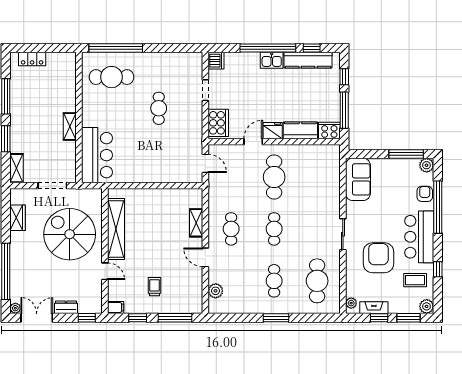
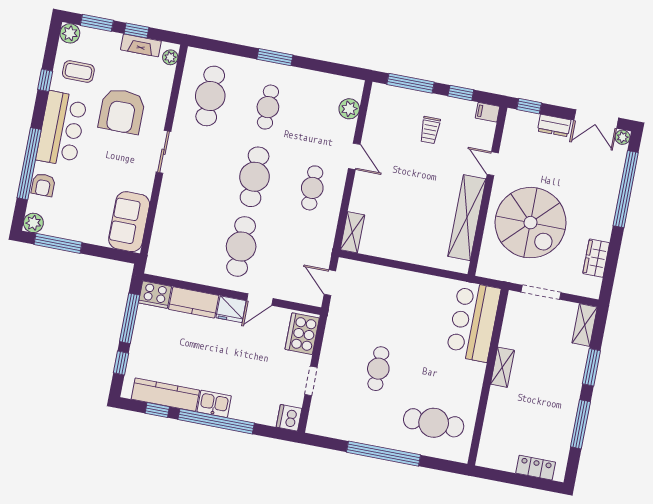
window: (116, 48) -> (384, 454), moved
shelving: (196, 223) -> (352, 232), moved
cafe table: (274, 229) -> (255, 177), width x1.37, depth x1.35

